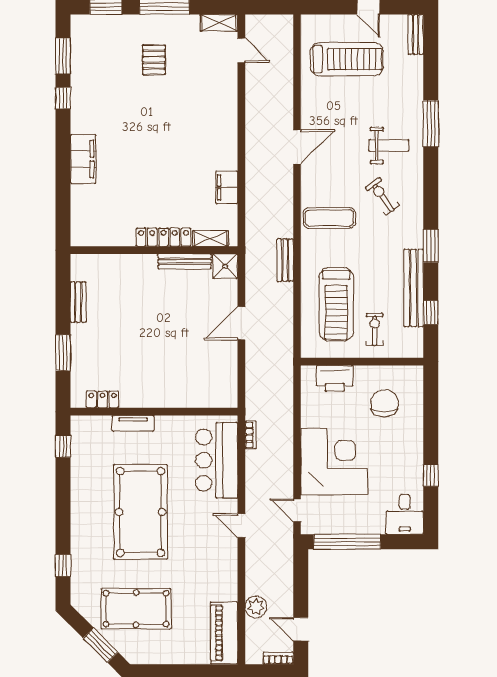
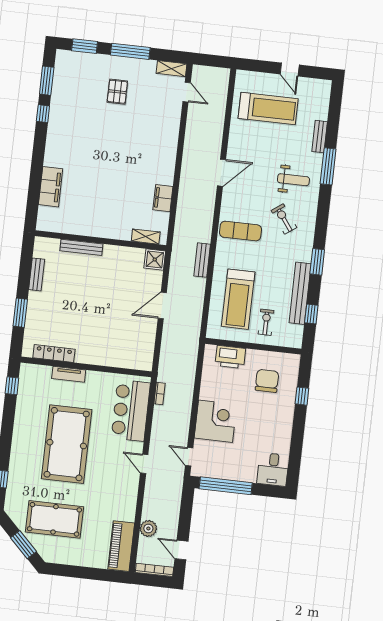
bench: (416, 34) -> (320, 137), moved
filing cabinet: (83, 159) -> (51, 187), moved
locker: (163, 237) -> (109, 231), removed
bench: (185, 261) -> (81, 247), moved
locker: (103, 399) -> (54, 353), width x1.53
corner desk: (334, 462) -> (216, 421), width x0.74, depth x0.74
window: (431, 475) -> (302, 396), moved
bookcase: (278, 658) -> (154, 570), width x1.56

